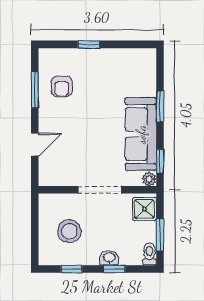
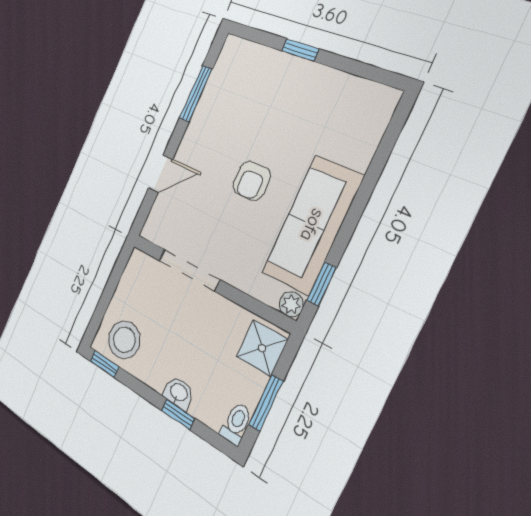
armchair: (62, 86) -> (252, 181), moved
window: (160, 106) -> (364, 193), removed
doorway: (100, 190) -> (189, 270), moved
stool: (69, 231) -> (124, 340), moved
window: (71, 269) -> (105, 364), moved

